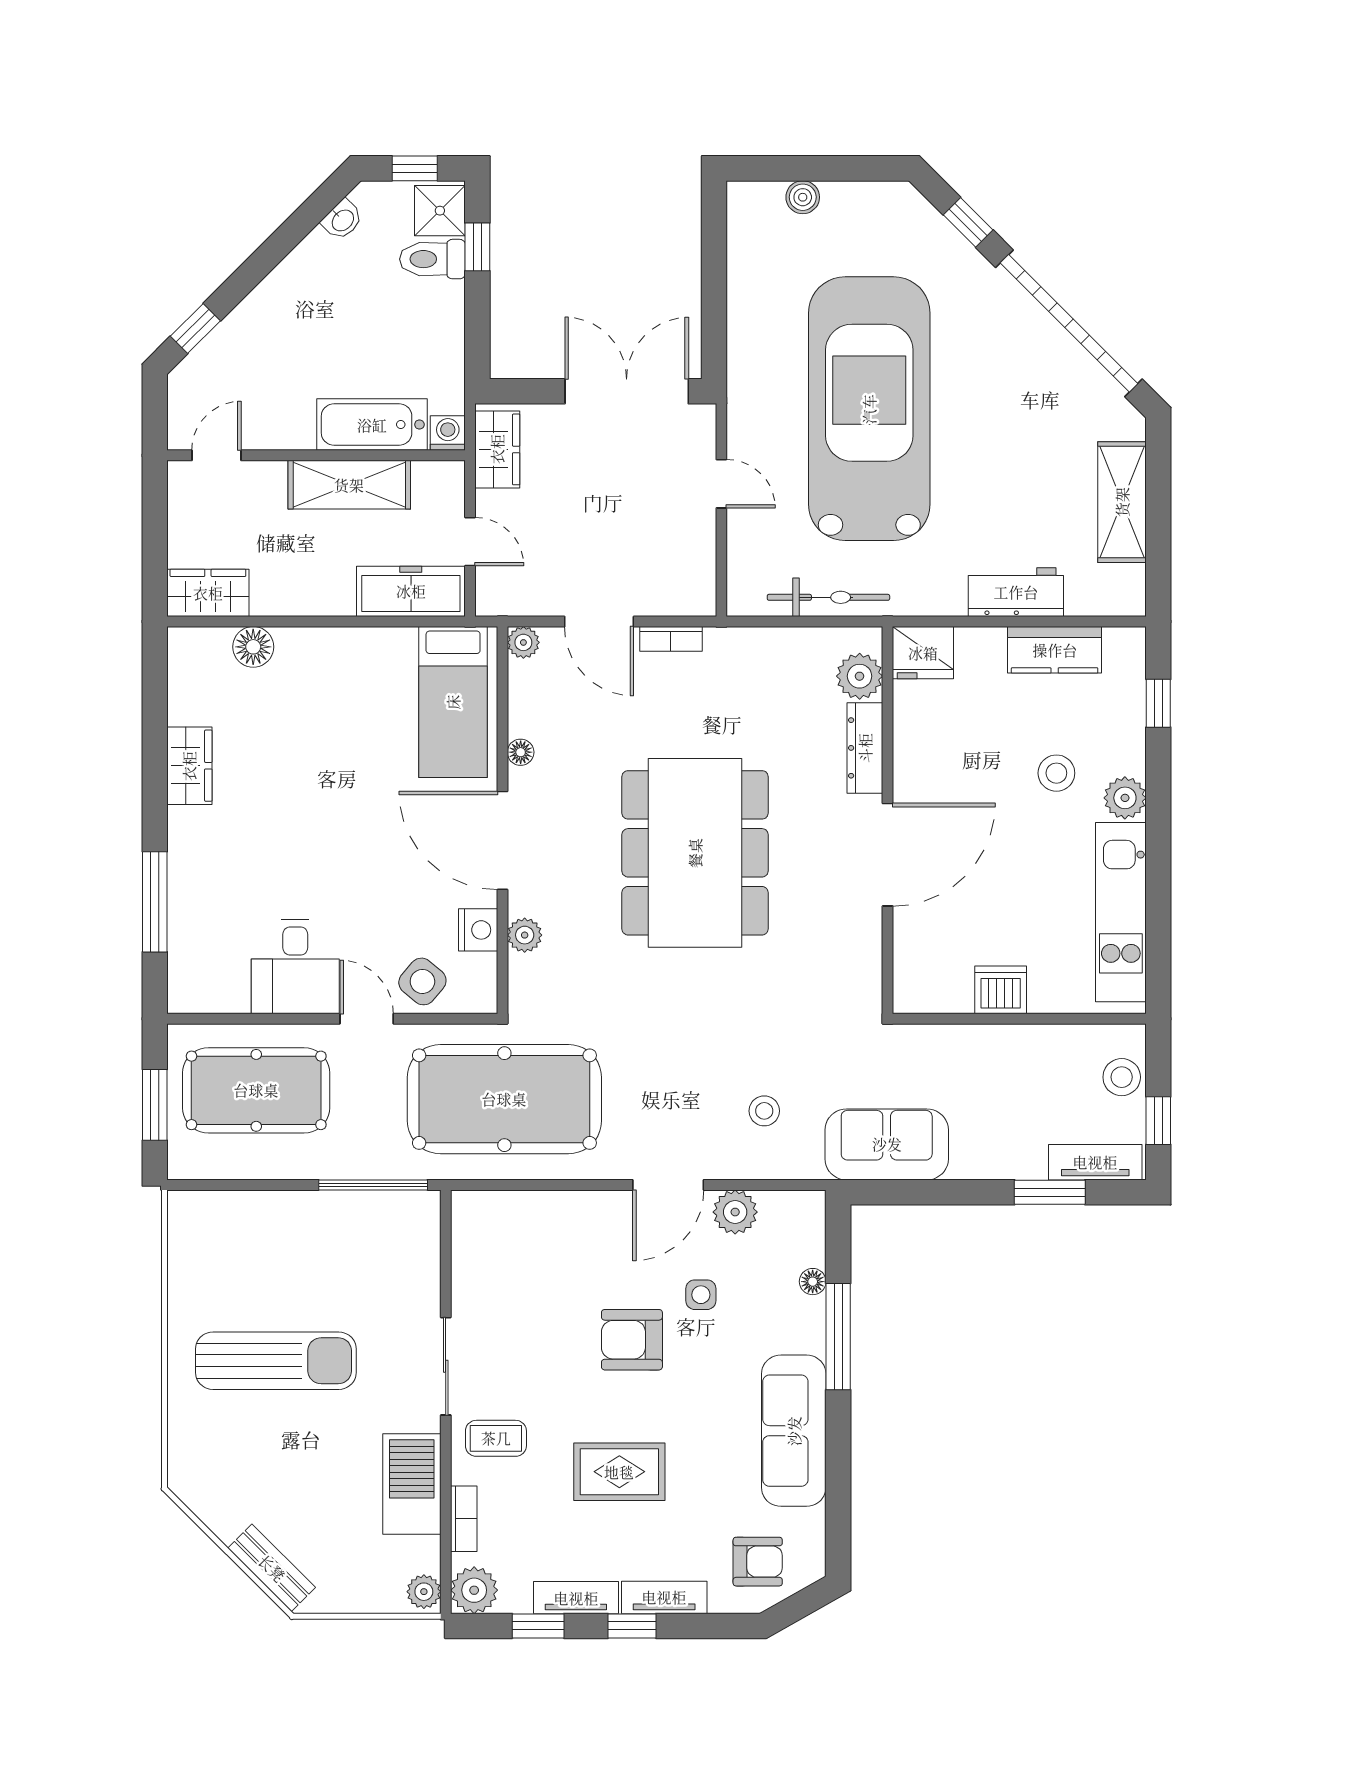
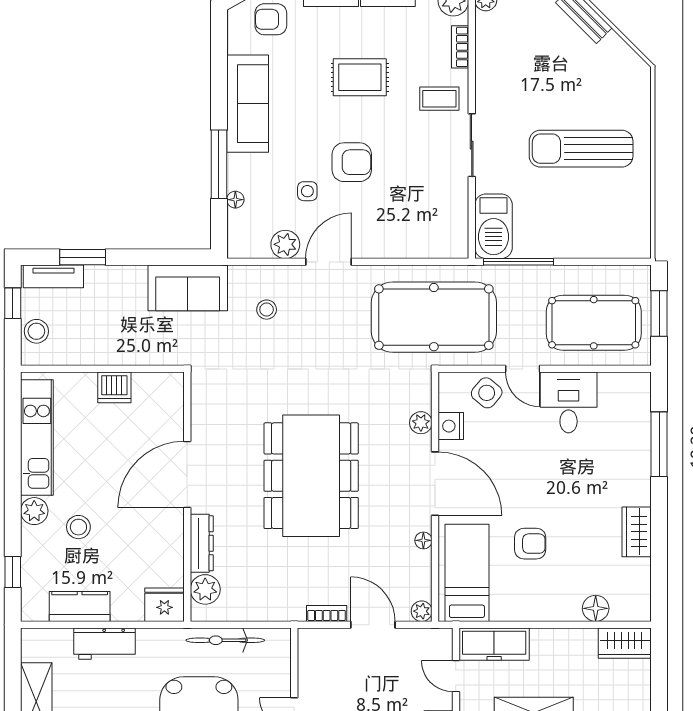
armchair: (355, 747) -> (530, 544), added
barbecue: (412, 1484) -> (493, 226), moved

